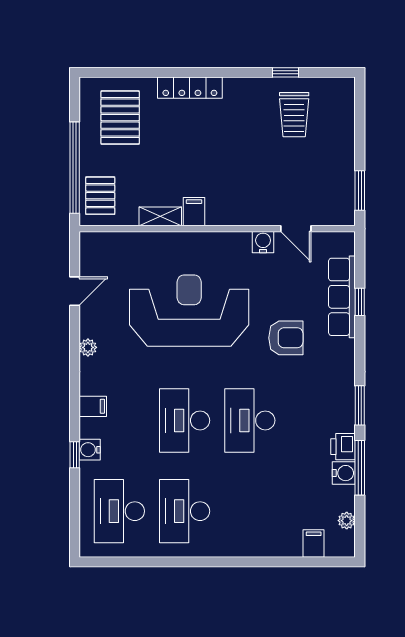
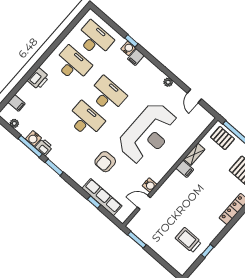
filing cabinet: (93, 406) -> (136, 57), moved
printer: (250, 543) -> (38, 79), added

